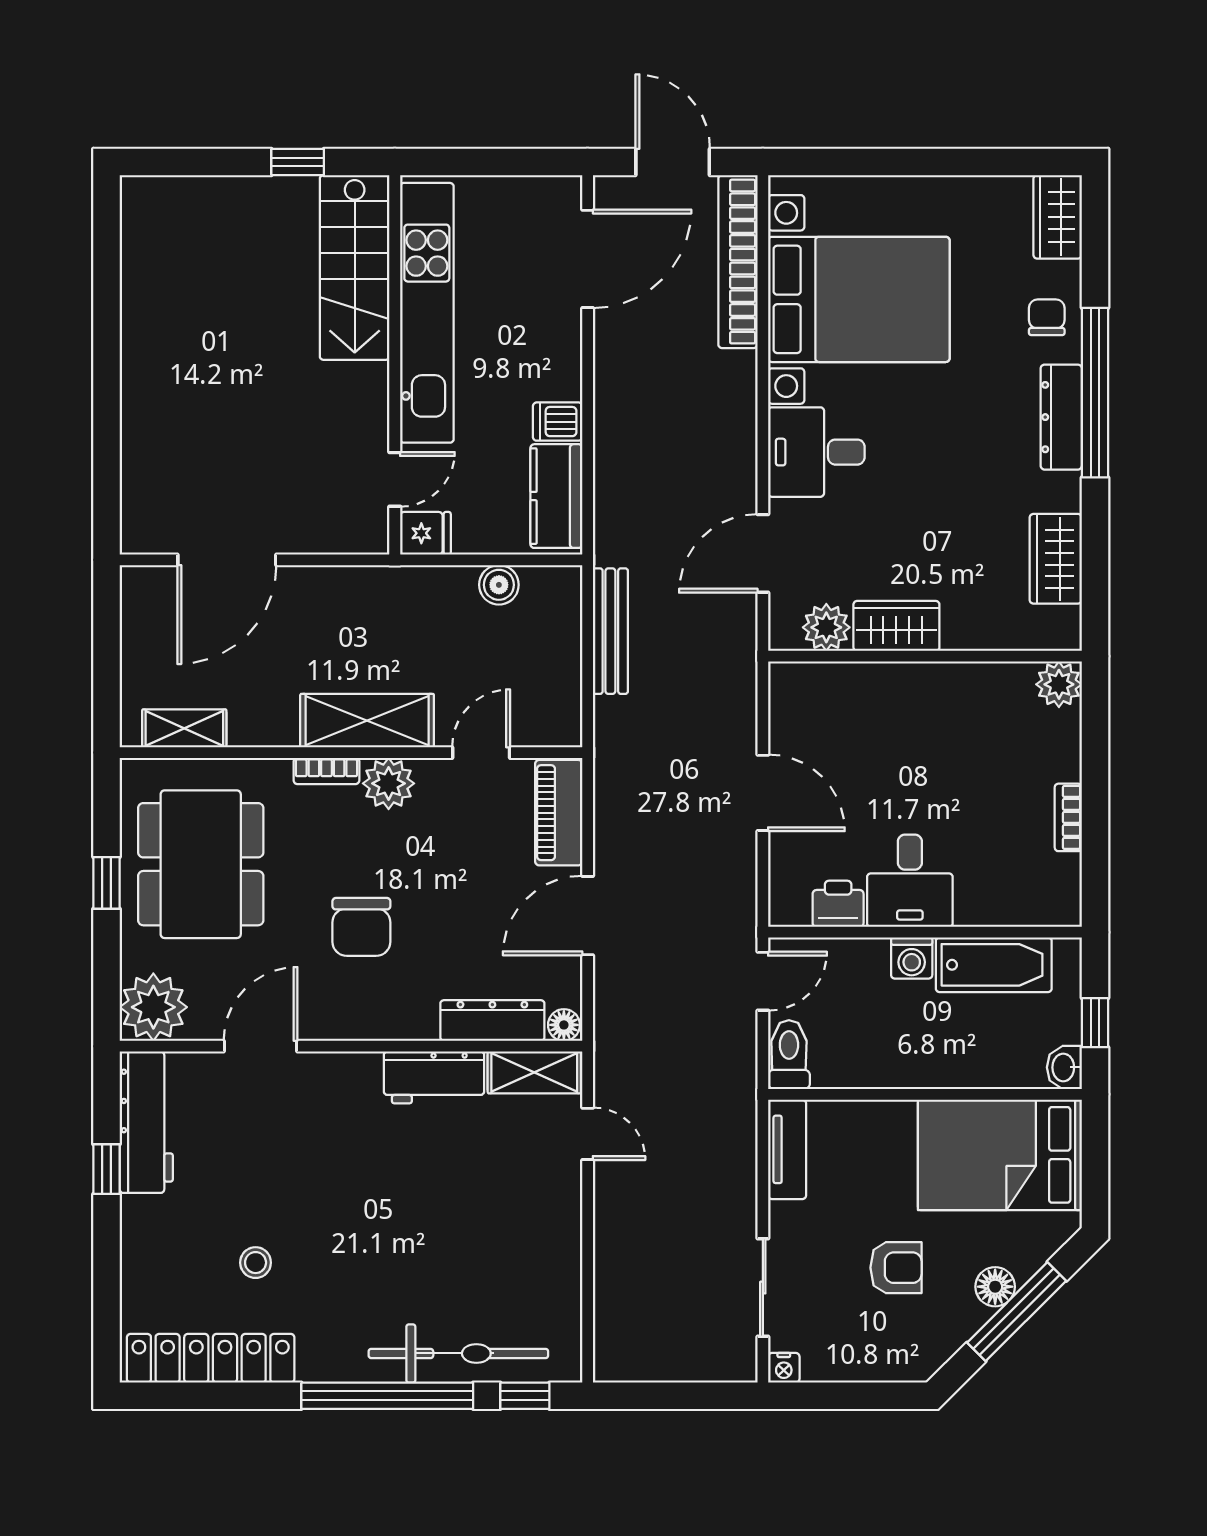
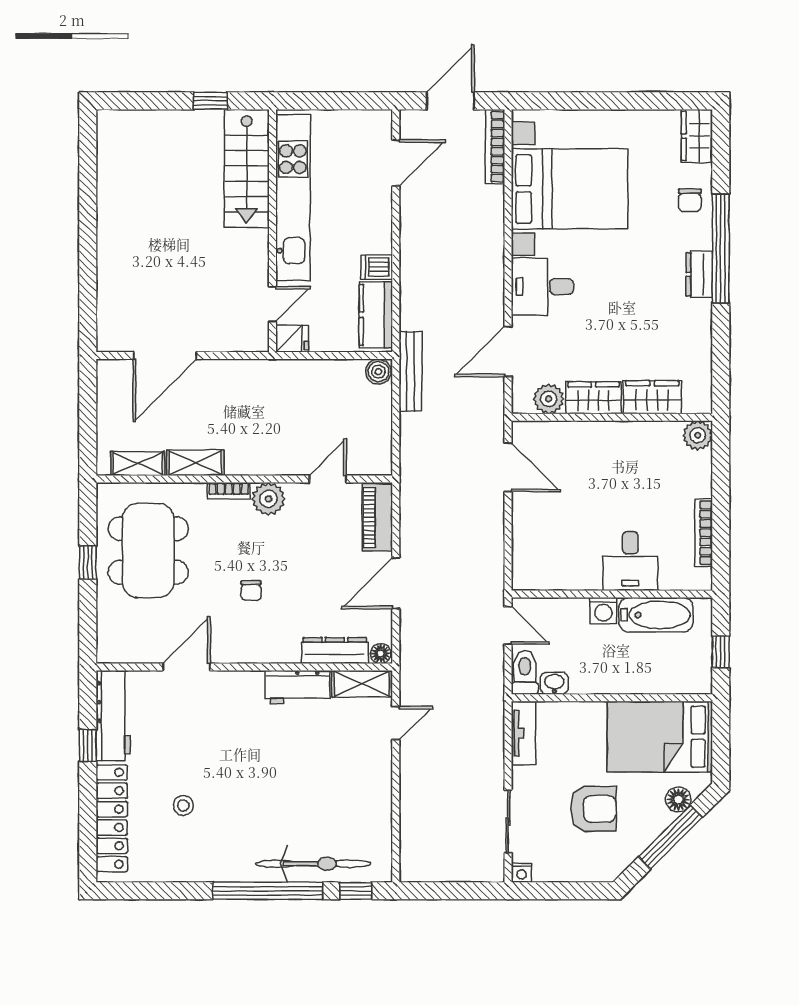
door: (673, 162) -> (450, 101), hinge flipped
door: (588, 259) -> (396, 163), width x0.73
bookcase: (738, 262) -> (495, 147), width x0.68, depth x0.76
chair: (1047, 317) -> (690, 200), turned 180
dresser: (1061, 417) -> (699, 274), width x0.70
wardrobe: (1056, 559) -> (652, 397), moved, turned 90
boiler: (499, 585) -> (378, 372), moved
bench: (610, 631) -> (410, 371), moved
shelving: (367, 721) -> (195, 463), moved, width x0.67, depth x0.75
door: (763, 793) -> (508, 467), moved
bookcase: (1068, 817) -> (704, 533), width x1.56
desk: (910, 881) -> (630, 561), moved
printer: (838, 904) -> (556, 576), removed
chair: (361, 927) -> (251, 591), width x0.54, depth x0.54
door: (763, 981) -> (508, 625), hinge flipped
plant: (153, 1007) -> (118, 642), removed
washbasin: (1064, 1067) -> (554, 683), moved, turned 90
door: (588, 1134) -> (396, 723), hinge flipped
armchair: (896, 1268) -> (593, 809), width x1.38, depth x1.38
floor lamp: (995, 1287) -> (678, 799), moved
locker: (211, 1358) -> (112, 818), moved, turned 90

